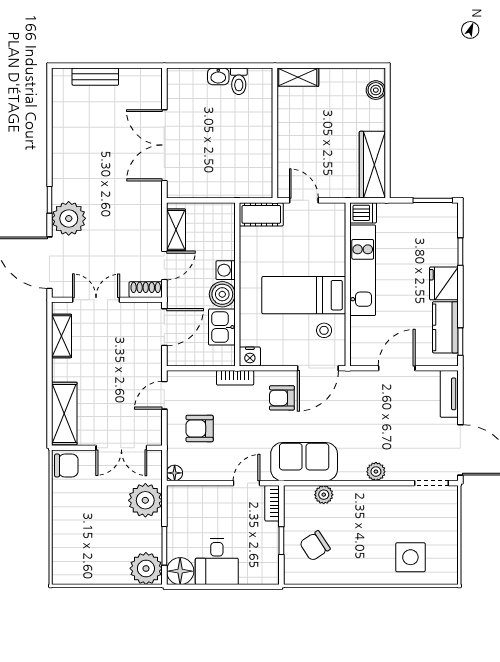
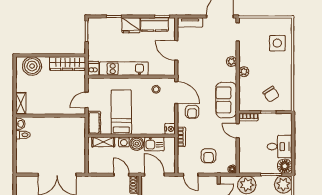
washbasin: (218, 76) -> (20, 124), moved
boiler: (376, 90) -> (32, 66), width x1.86, depth x1.86
shelving: (176, 230) -> (103, 142), moved
bed: (304, 295) -> (121, 112), moved, turned 180
plant: (324, 495) -> (244, 72), moved

